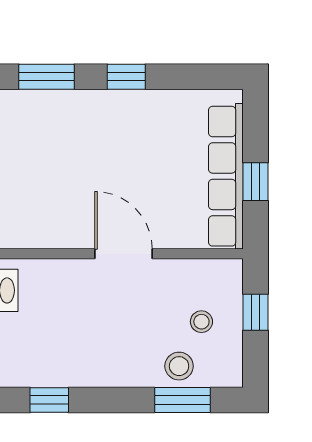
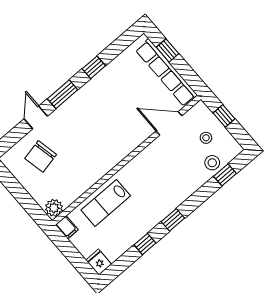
window: (255, 182) -> (168, 50), moved
door: (124, 254) -> (169, 123), moved
window: (183, 400) -> (225, 175), width x0.67

